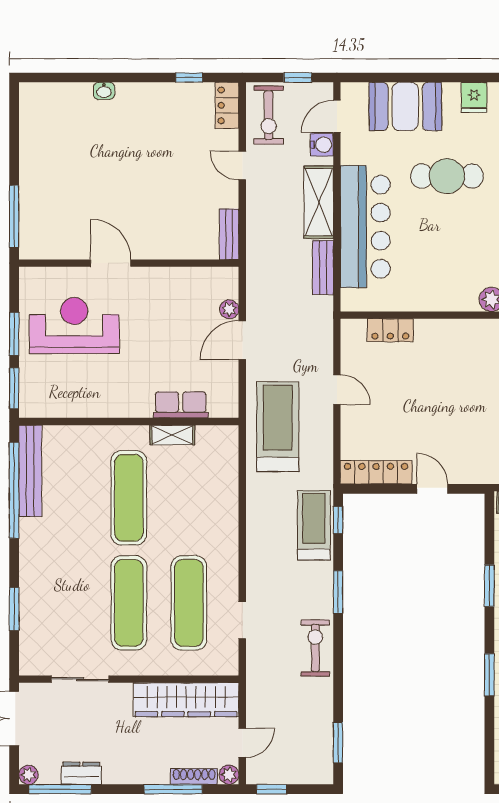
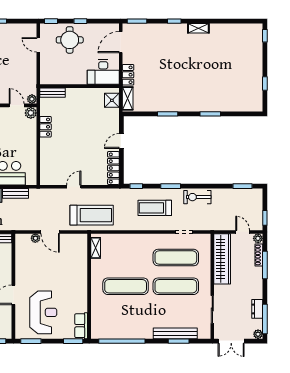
reception desk: (74, 326) -> (43, 312), turned 180
locker: (390, 330) -> (45, 127), moved
window: (14, 334) -> (31, 341), moved
row of seats: (181, 405) -> (81, 326), moved
treadmill: (278, 427) -> (92, 215), turned 180
shelving: (172, 435) -> (96, 248), moved
bench: (30, 471) -> (175, 333), moved
treadmill: (314, 525) -> (155, 208), moved

